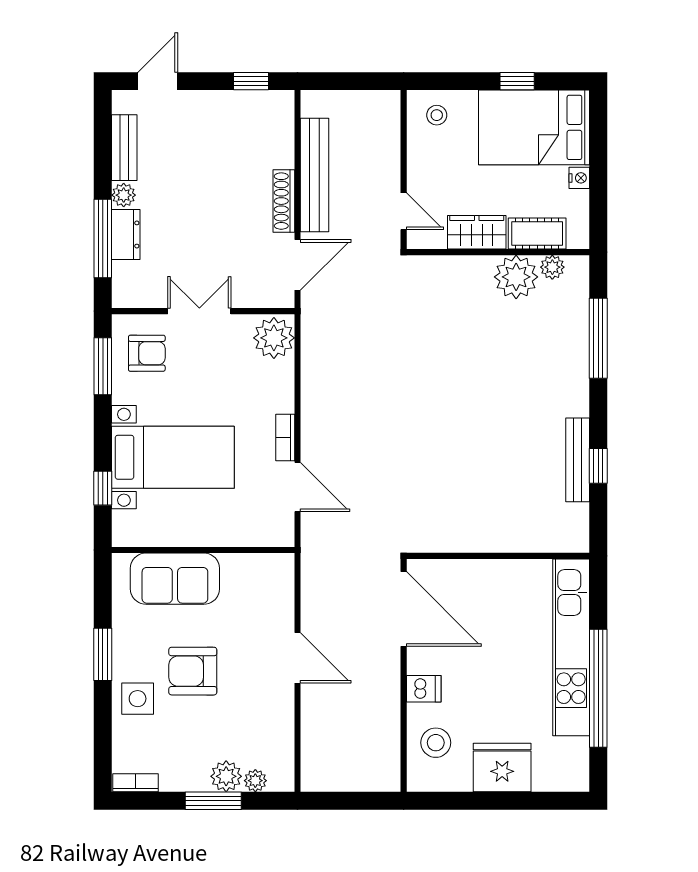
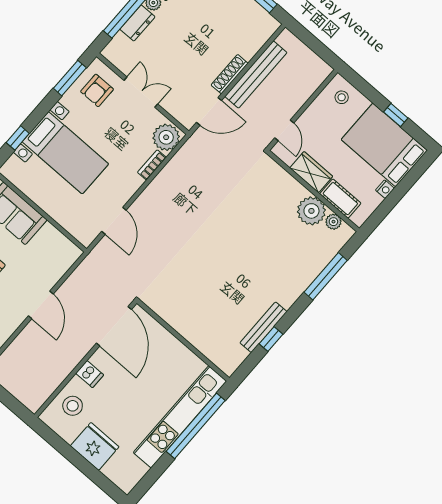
armchair: (147, 353) -> (97, 90), turned 90
bookcase: (285, 437) -> (152, 165), moved
window: (598, 688) -> (196, 426), moved

